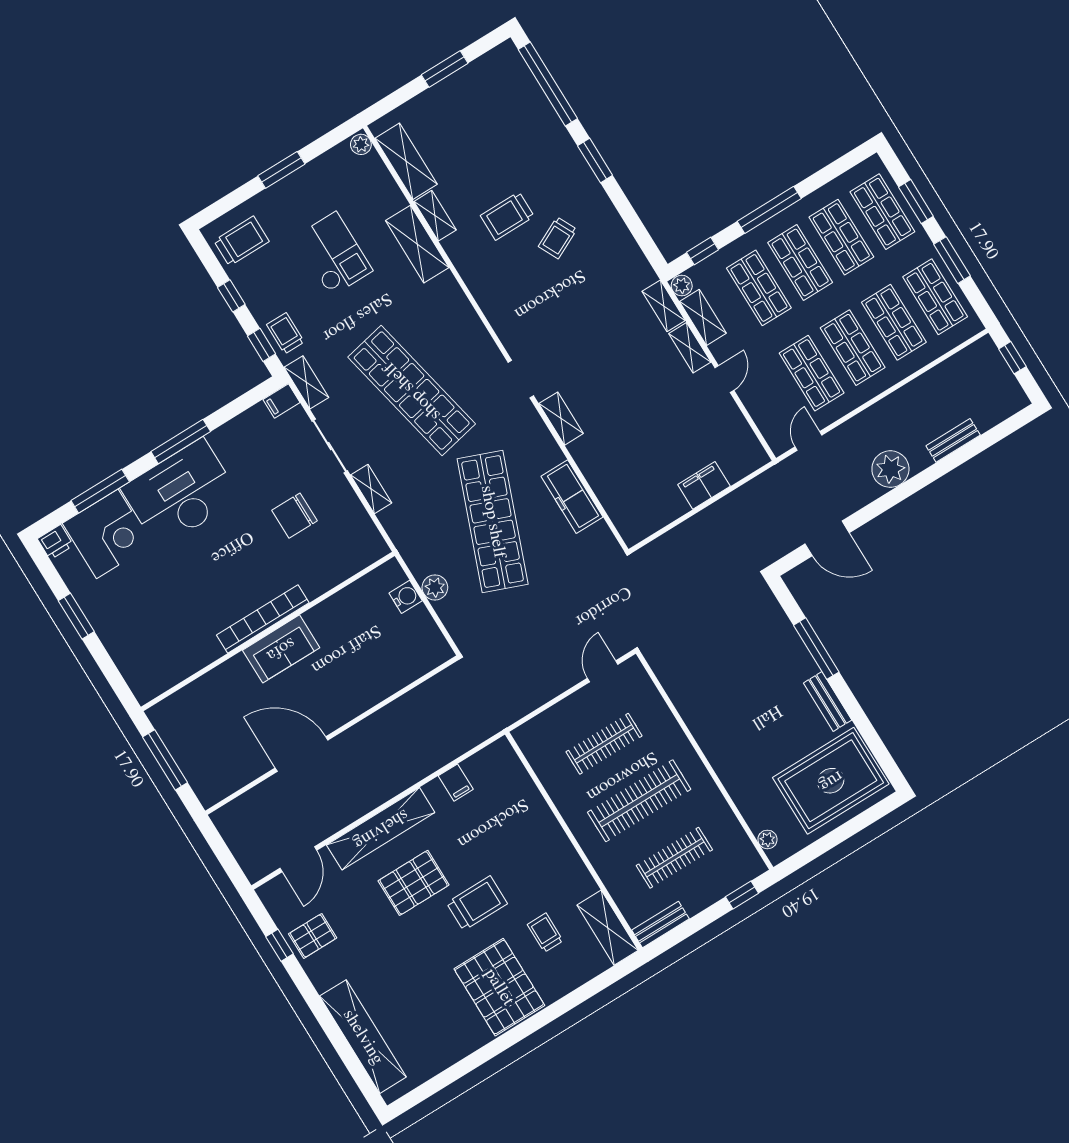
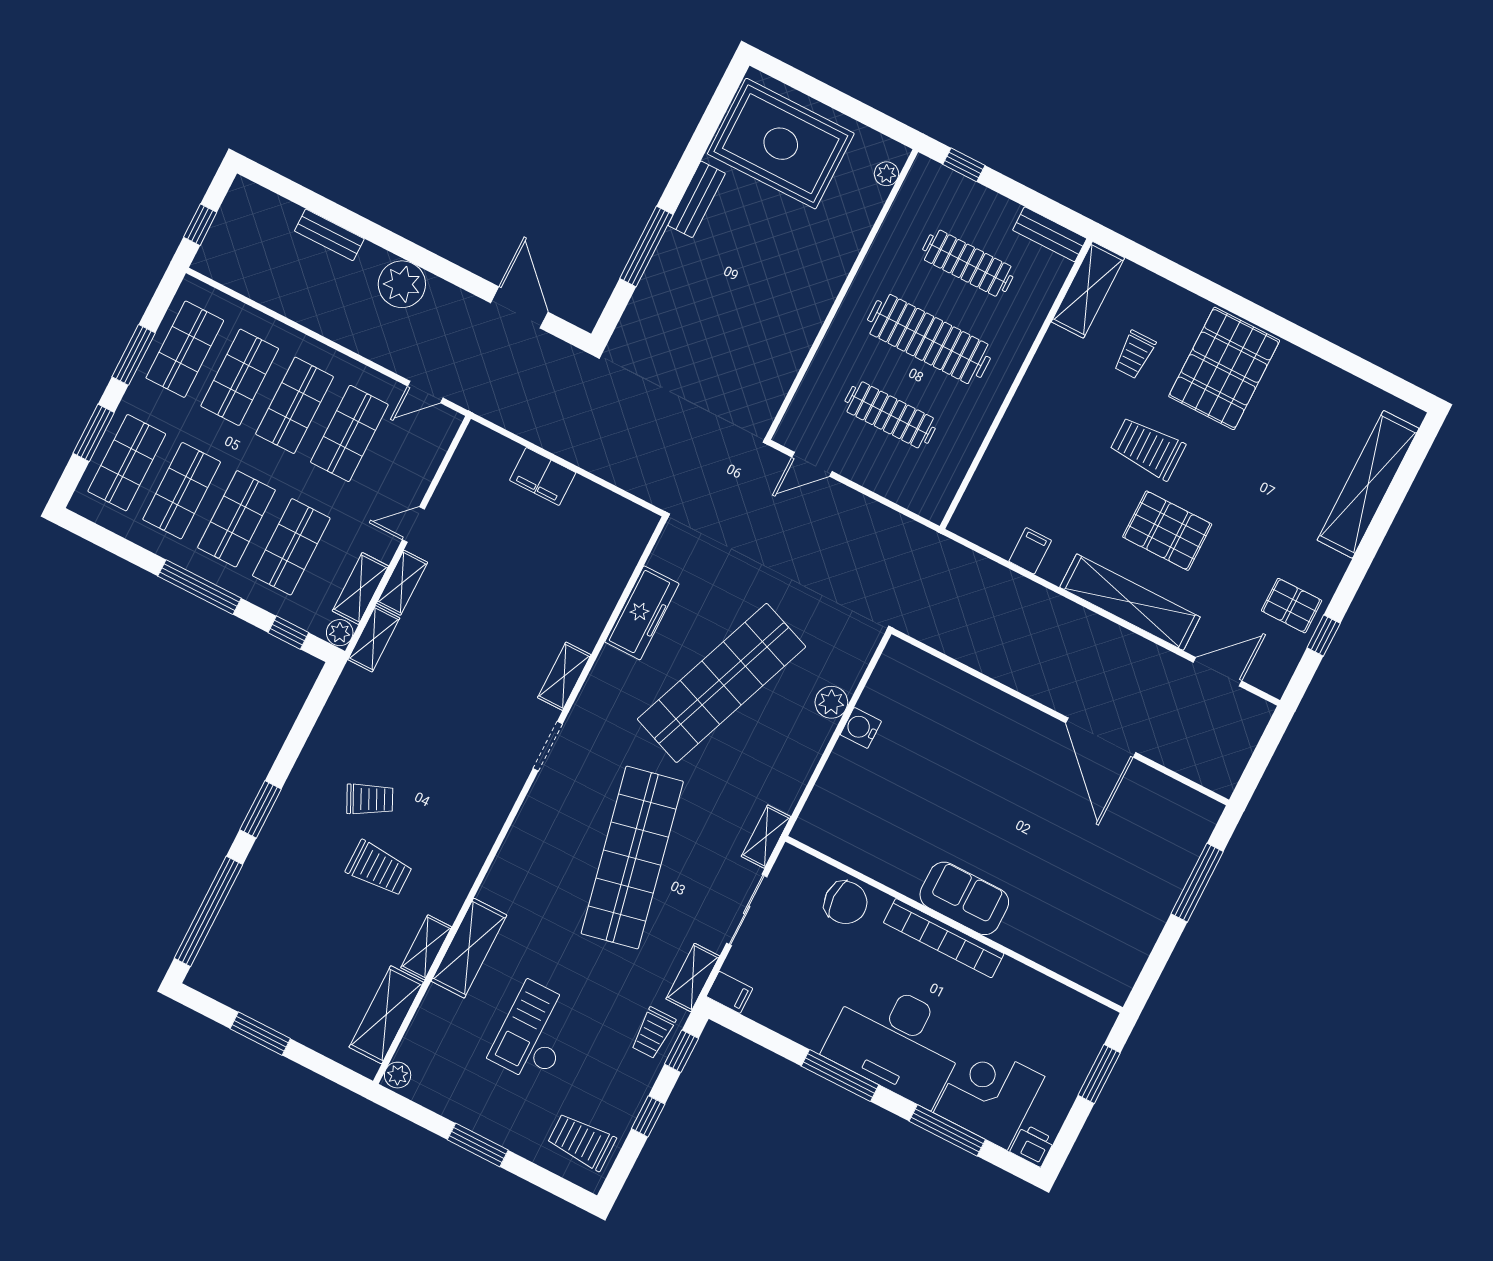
bookcase: (263, 619) -> (944, 938), moved
wall: (268, 631) -> (954, 924), moved
sofa: (281, 649) -> (964, 898), moved

